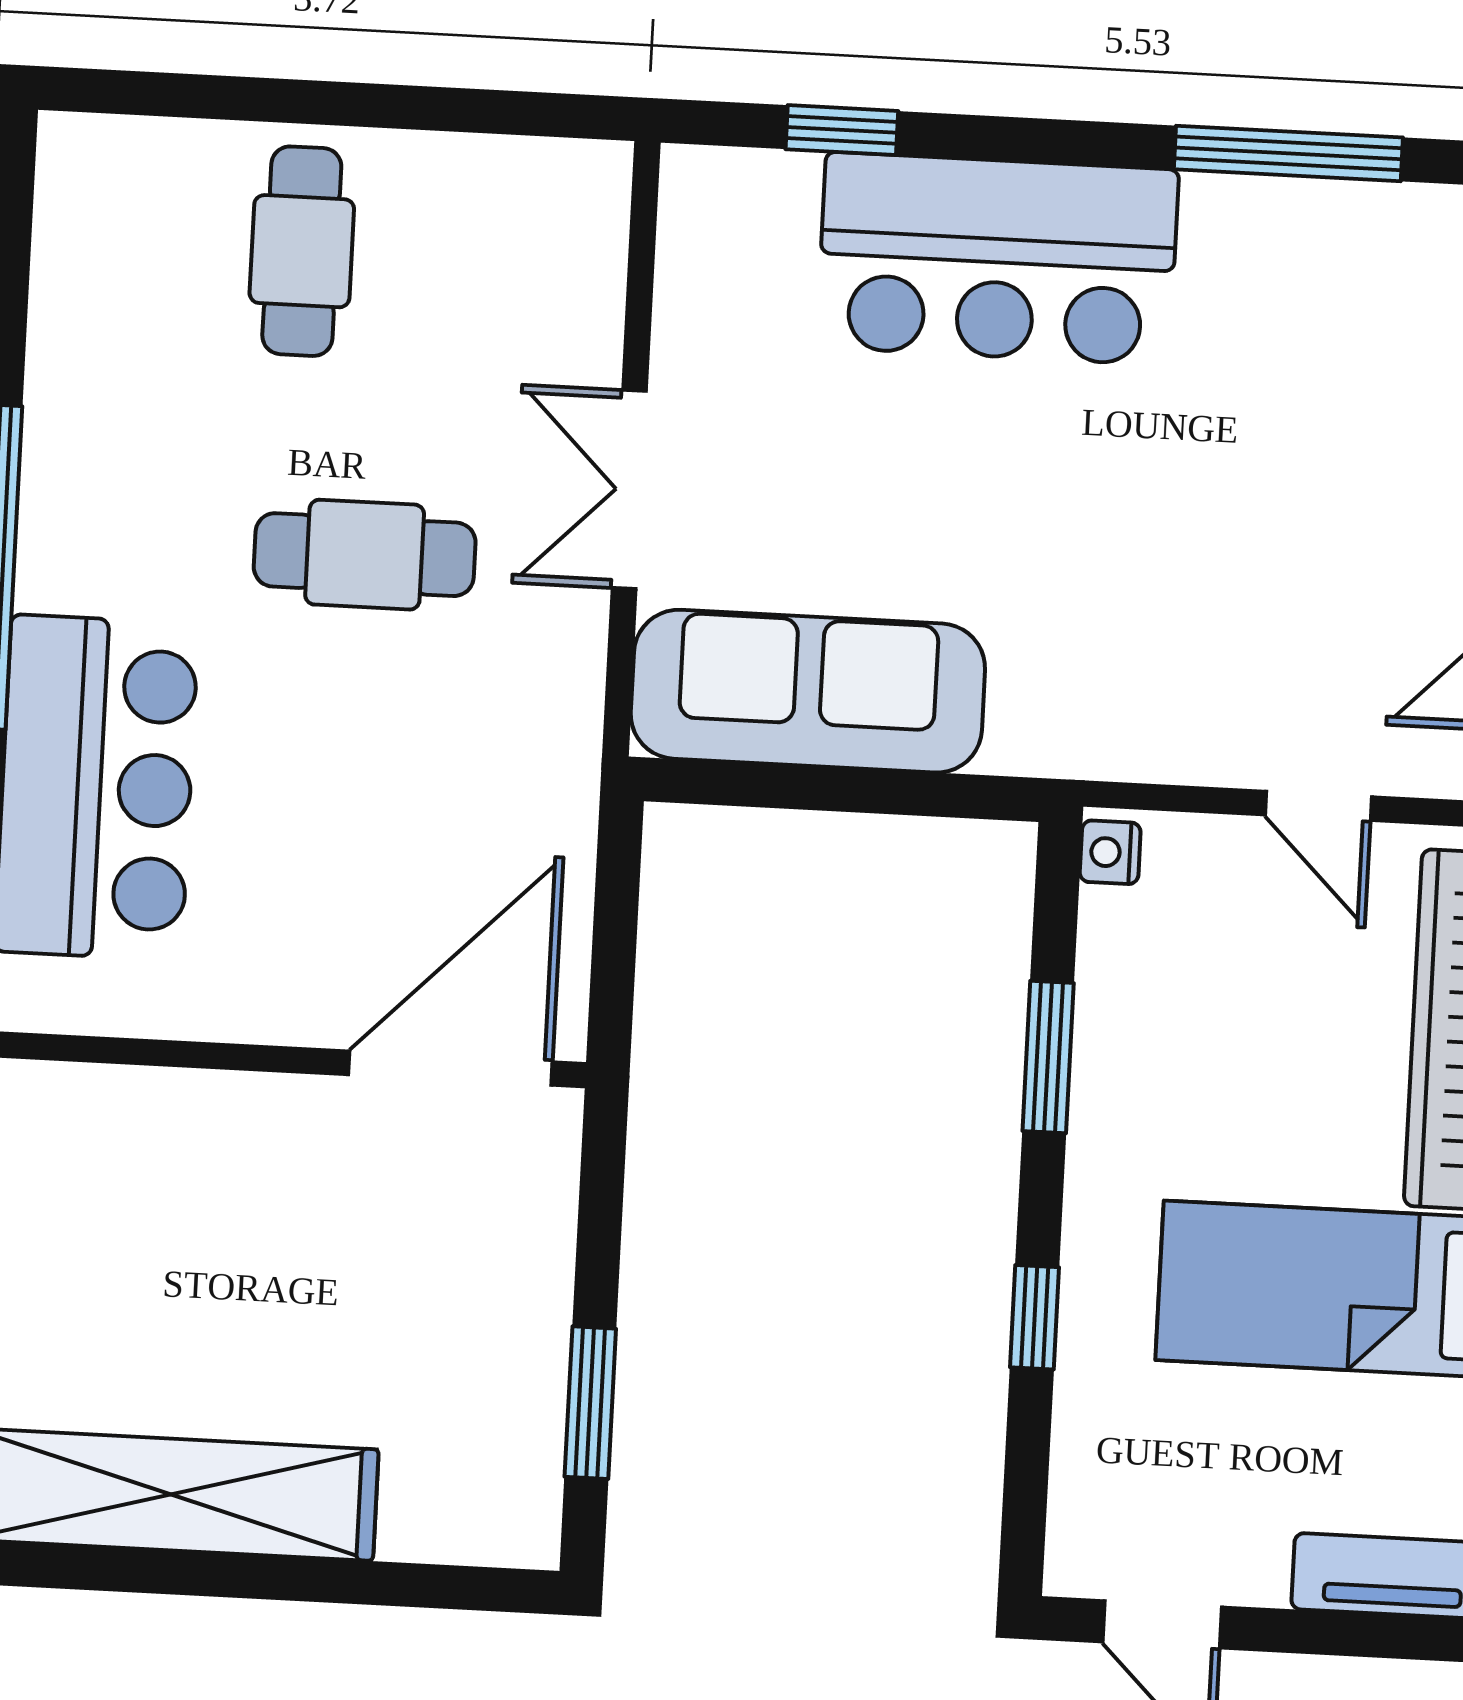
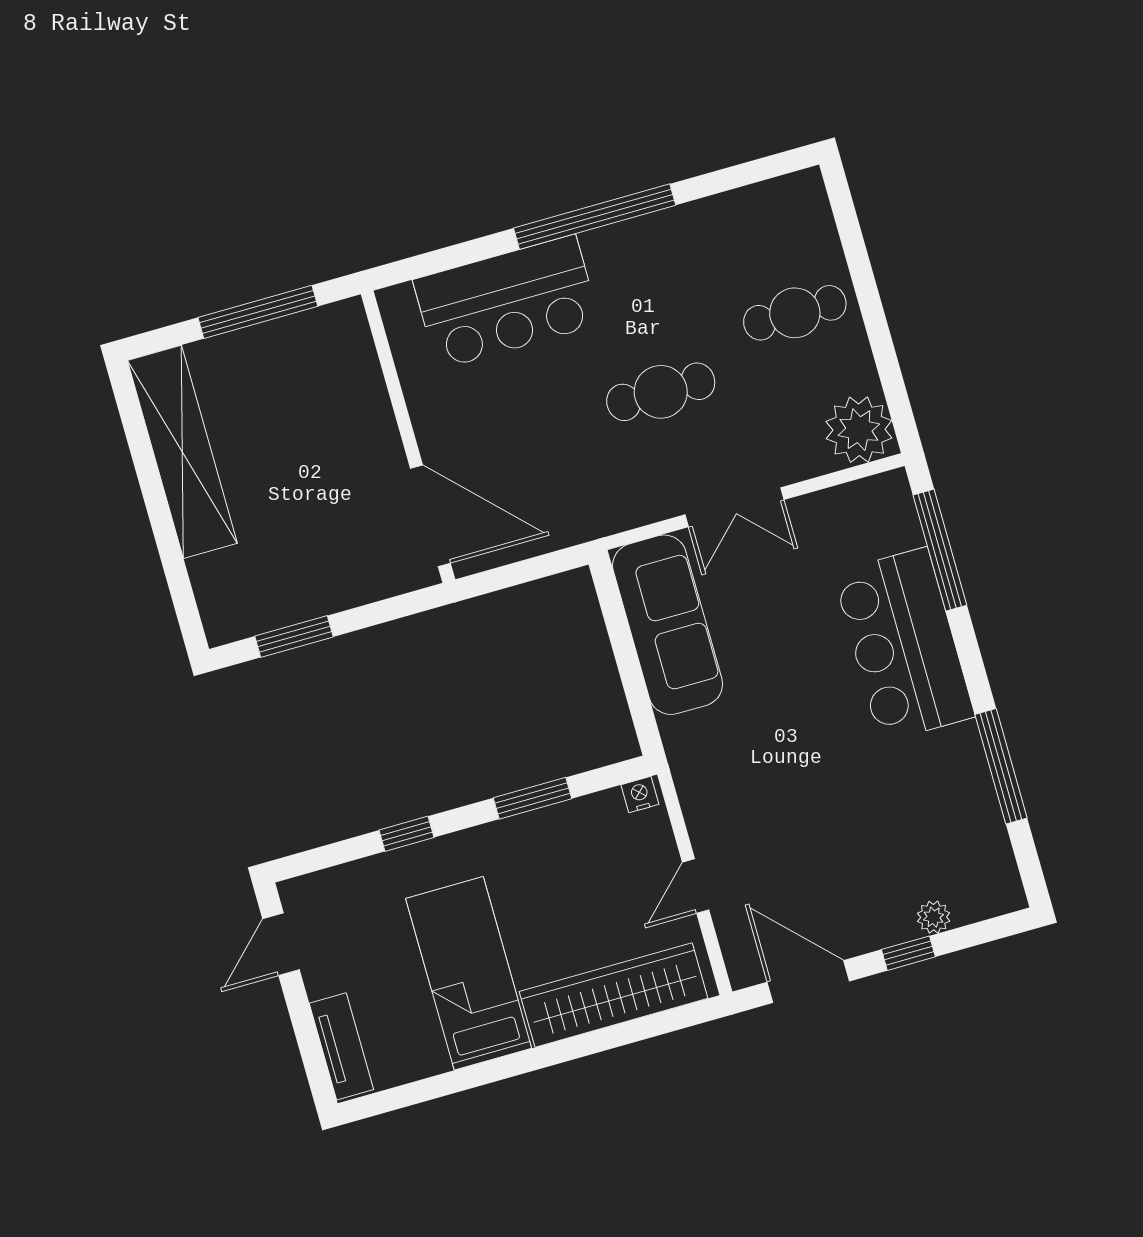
window: (842, 130) -> (940, 550), width x2.17
plant: (563, 205) -> (859, 430), added
double door: (629, 490) -> (735, 507), swing flipped
cafe table: (365, 555) -> (661, 392), turned 90

